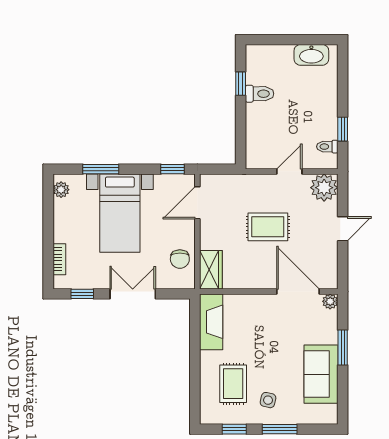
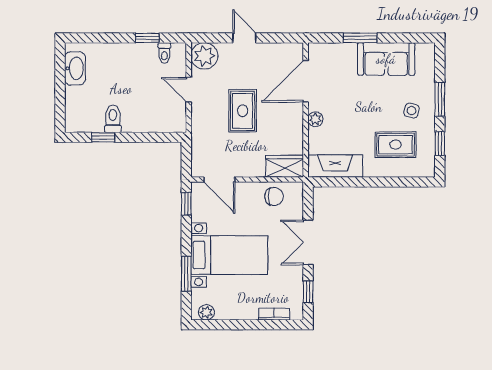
plant: (330, 301) -> (315, 119), moved

